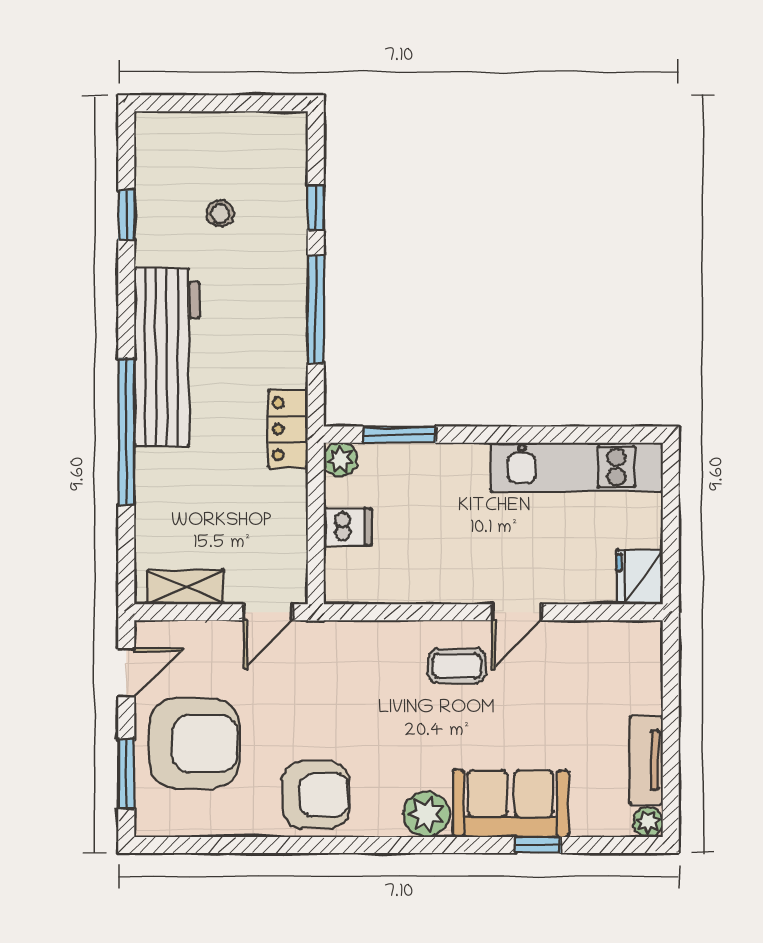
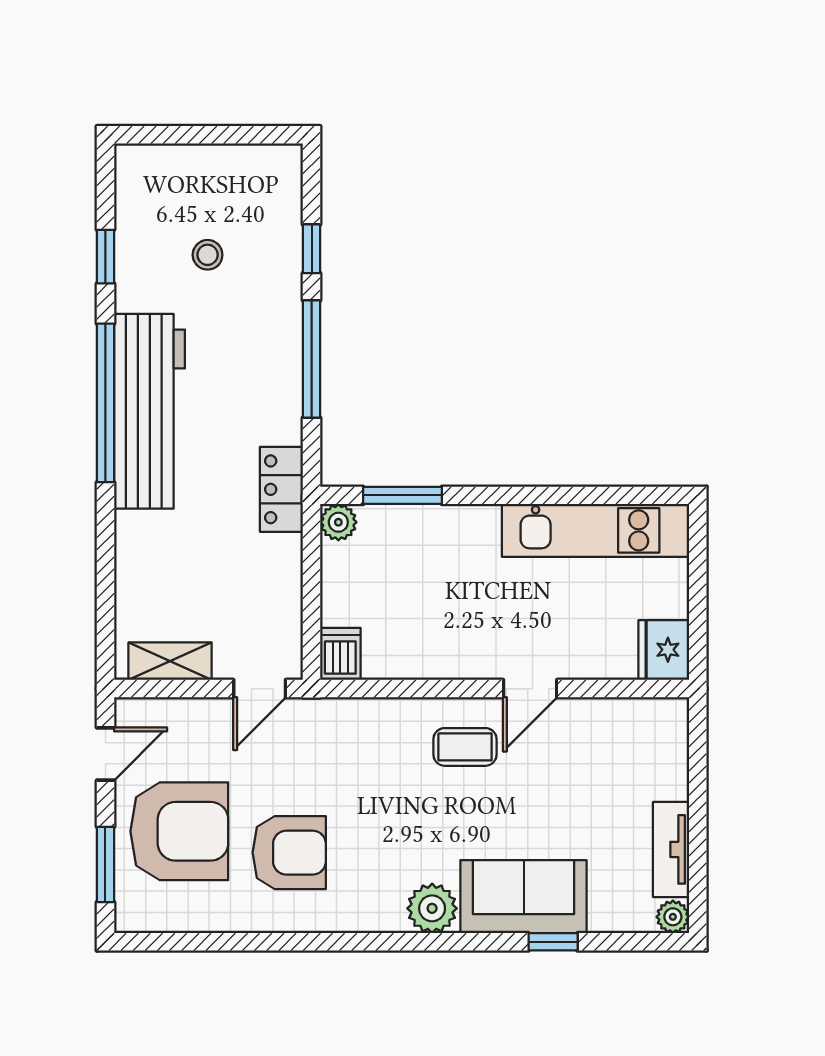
window: (126, 432) -> (105, 403), moved
dishwasher: (348, 527) -> (340, 654), moved, turned -90
armchair: (316, 795) -> (289, 853), moved

